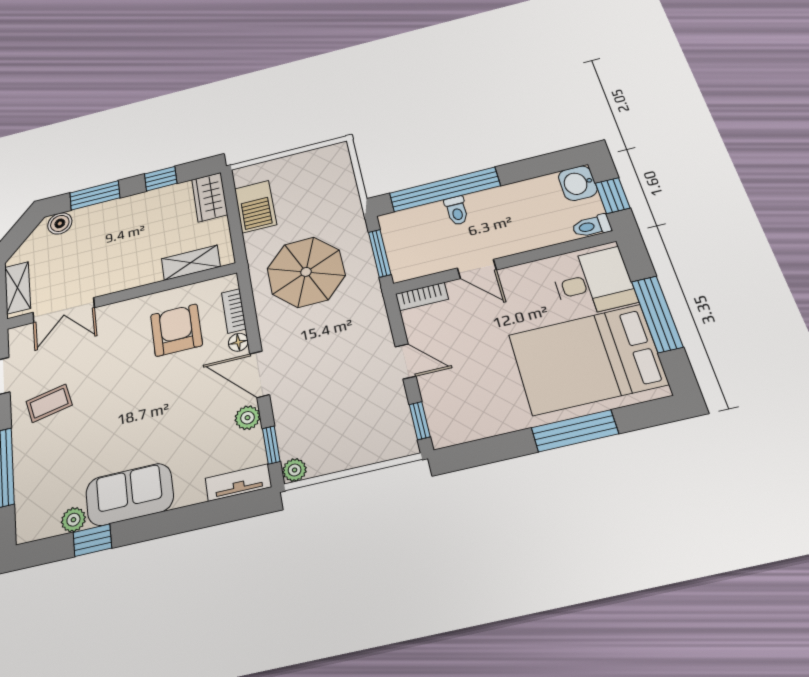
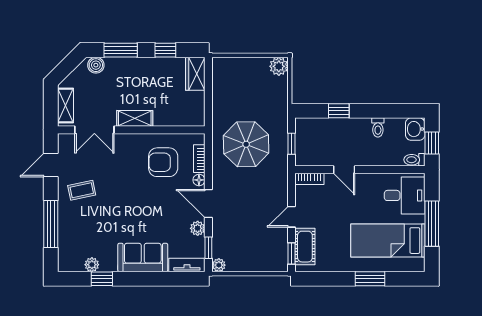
plant: (335, 156) -> (279, 66), added
window: (445, 189) -> (339, 111), width x0.32
barbecue: (255, 207) -> (223, 89), removed
toilet: (457, 210) -> (378, 127), moved
window: (380, 253) -> (291, 144), width x0.67
shelving: (191, 263) -> (135, 118), moved
armchair: (176, 330) -> (163, 162), turned -90
bed: (587, 359) -> (388, 241), width x0.67
door: (406, 361) -> (291, 217), swing flipped
cot: (441, 404) -> (305, 247), added
window: (575, 431) -> (370, 279), width x0.69
sofa: (130, 494) -> (143, 257), moved

